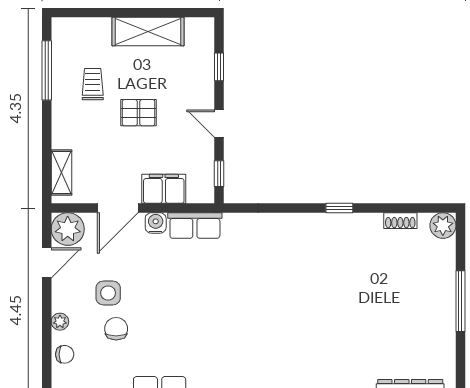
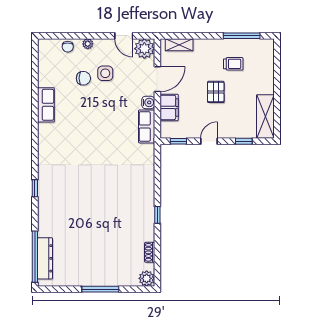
shelving: (148, 32) -> (265, 117), moved
door: (118, 208) -> (157, 79), swing flipped

